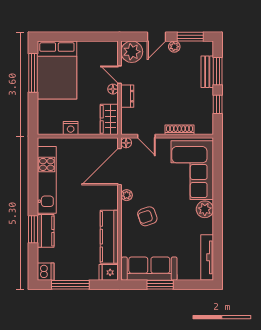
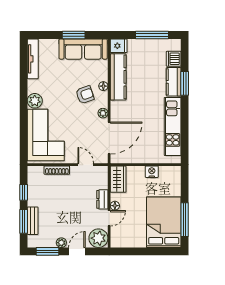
door: (120, 75) -> (109, 218), hinge flipped
floor lamp: (126, 143) -> (103, 86), moved
dishwasher: (46, 272) -> (174, 59), moved

